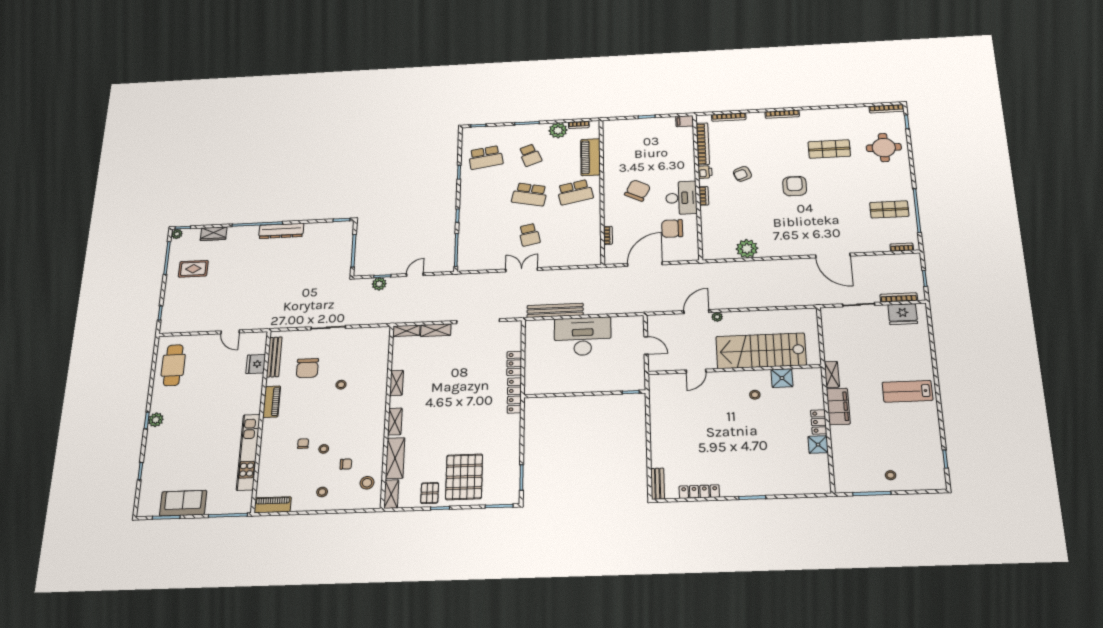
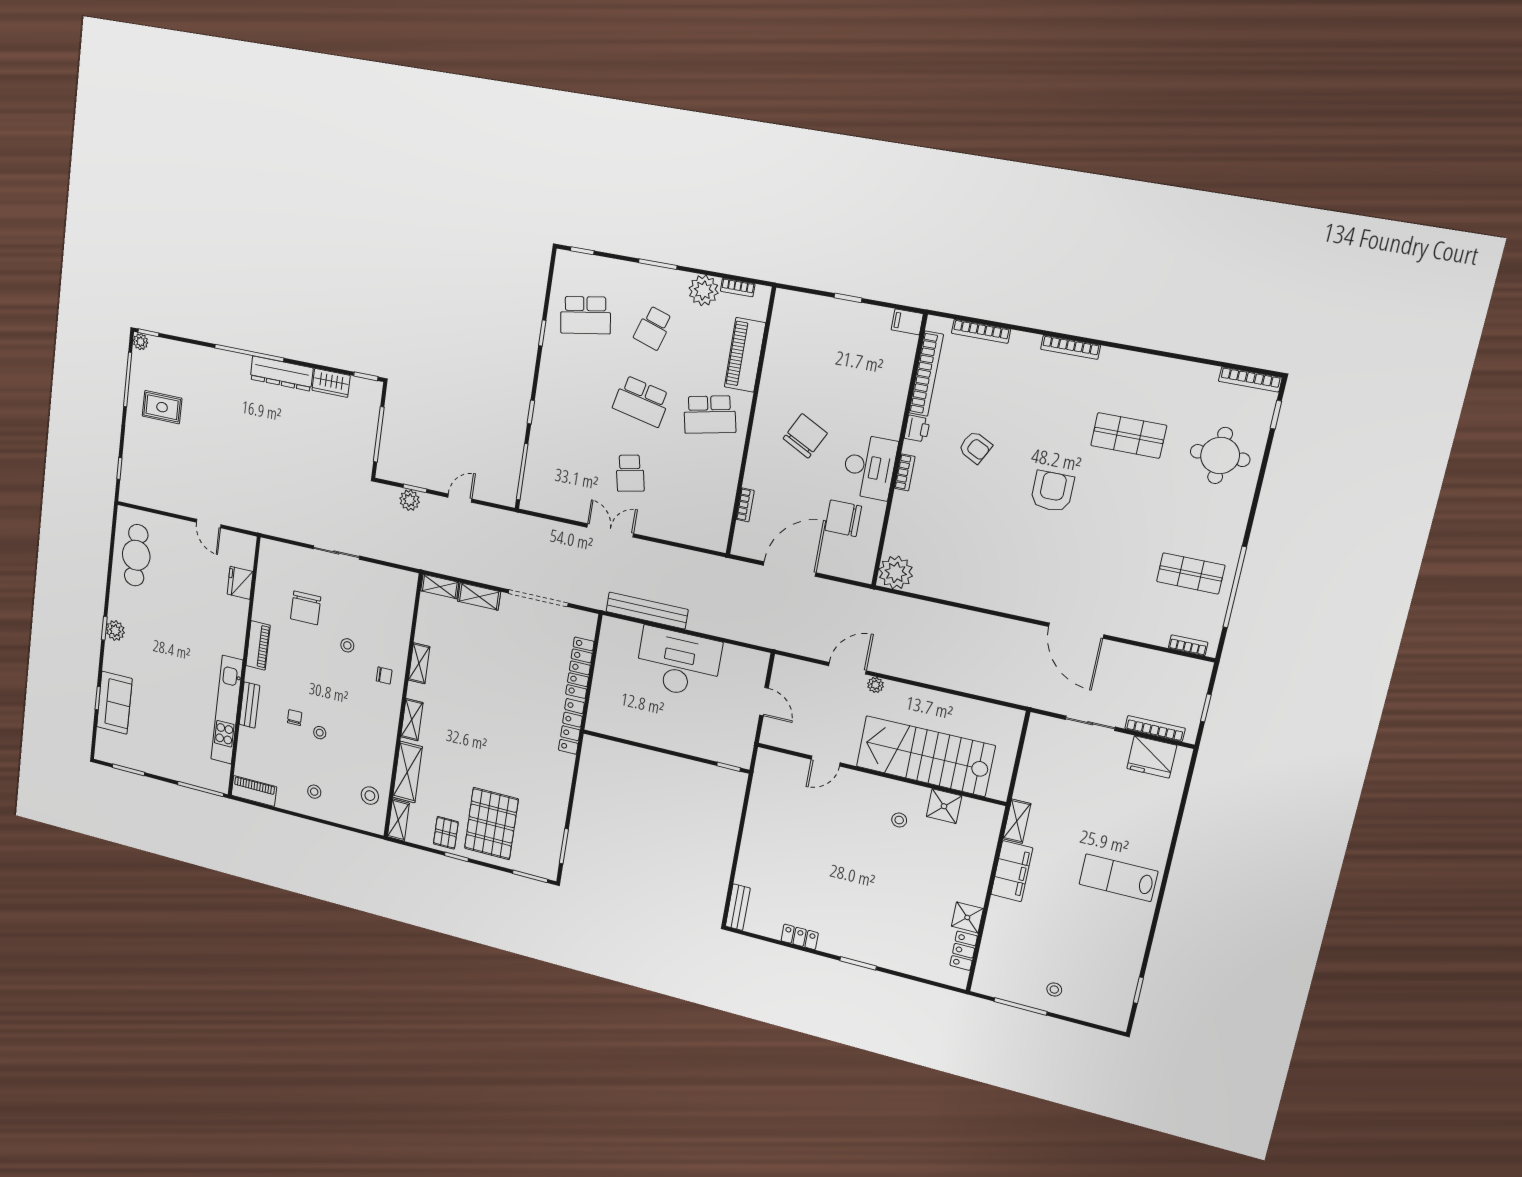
school desk: (530, 155) -> (653, 328), turned 39
armchair: (742, 174) -> (975, 447), turned -131
wardrobe: (214, 234) -> (331, 383), moved
plant: (747, 249) -> (896, 572), moved
bench: (274, 357) -> (250, 705), moved, width x0.73
locker: (514, 363) -> (580, 668), width x1.53
locker: (819, 422) -> (964, 951), moved
chair: (346, 464) -> (384, 675), moved
locker: (699, 492) -> (800, 937), width x0.66
sofa: (183, 503) -> (114, 703), moved, turned 90

